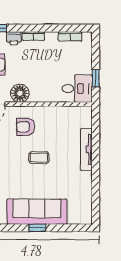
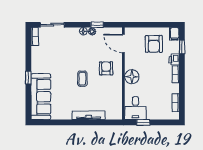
floor lamp: (20, 93) -> (132, 77), moved
sofa: (37, 212) -> (41, 97), moved

